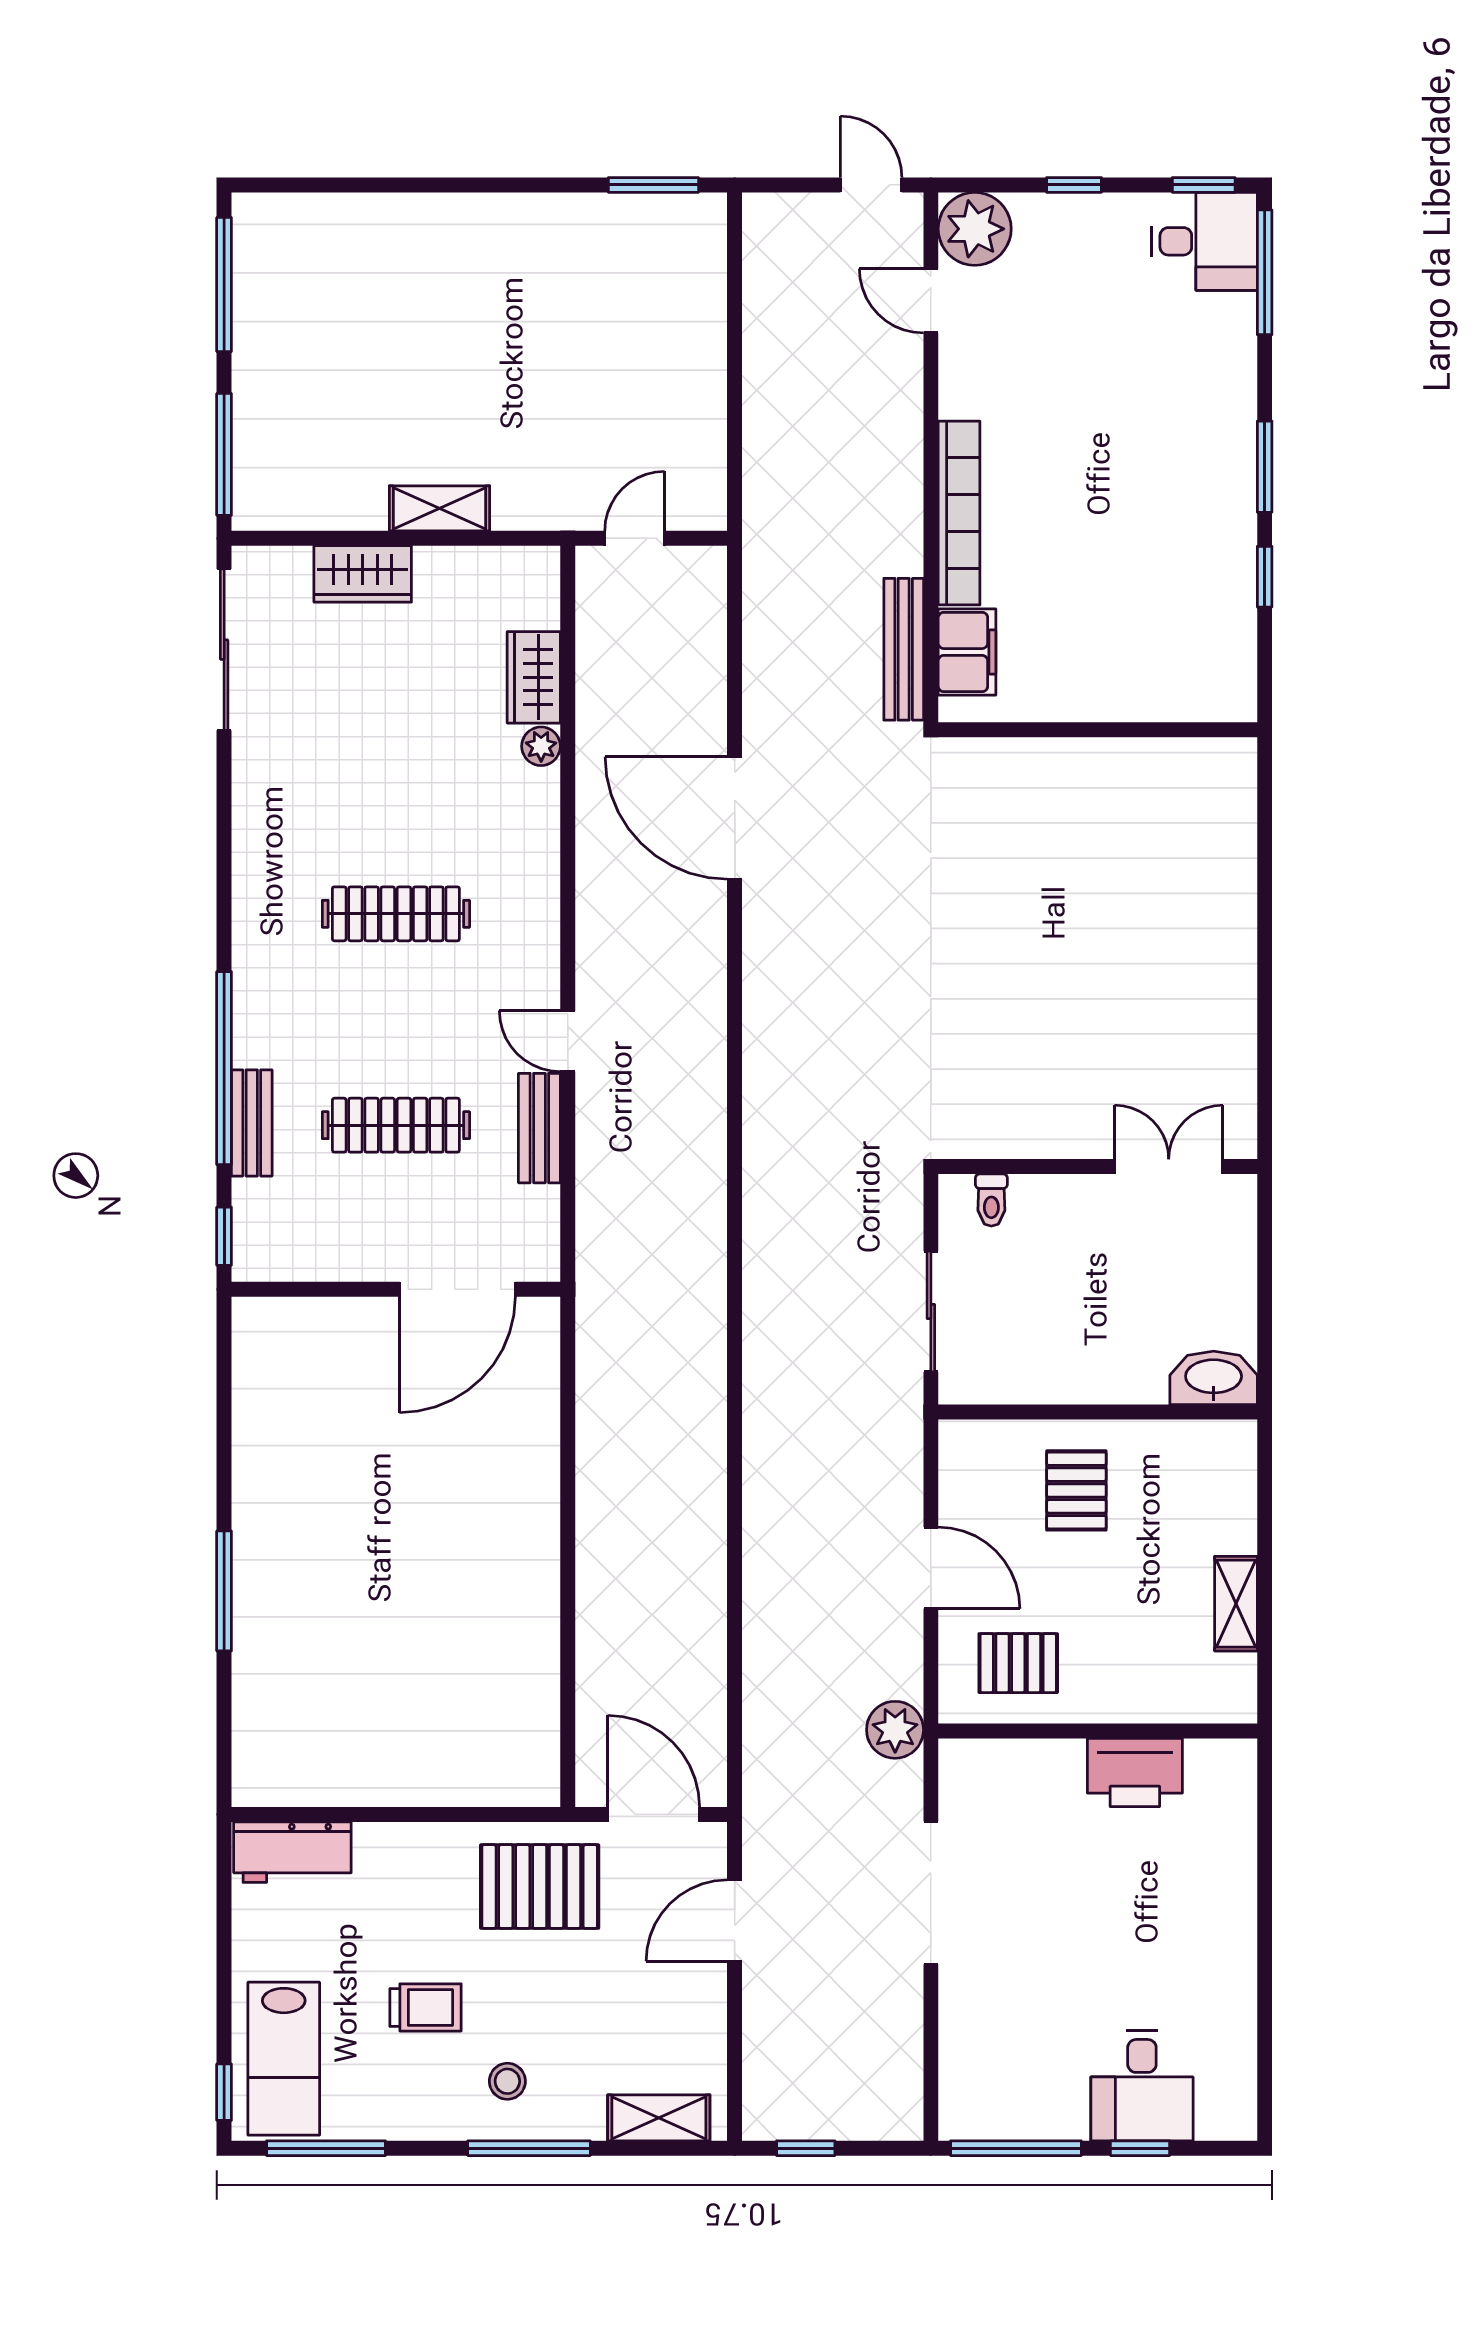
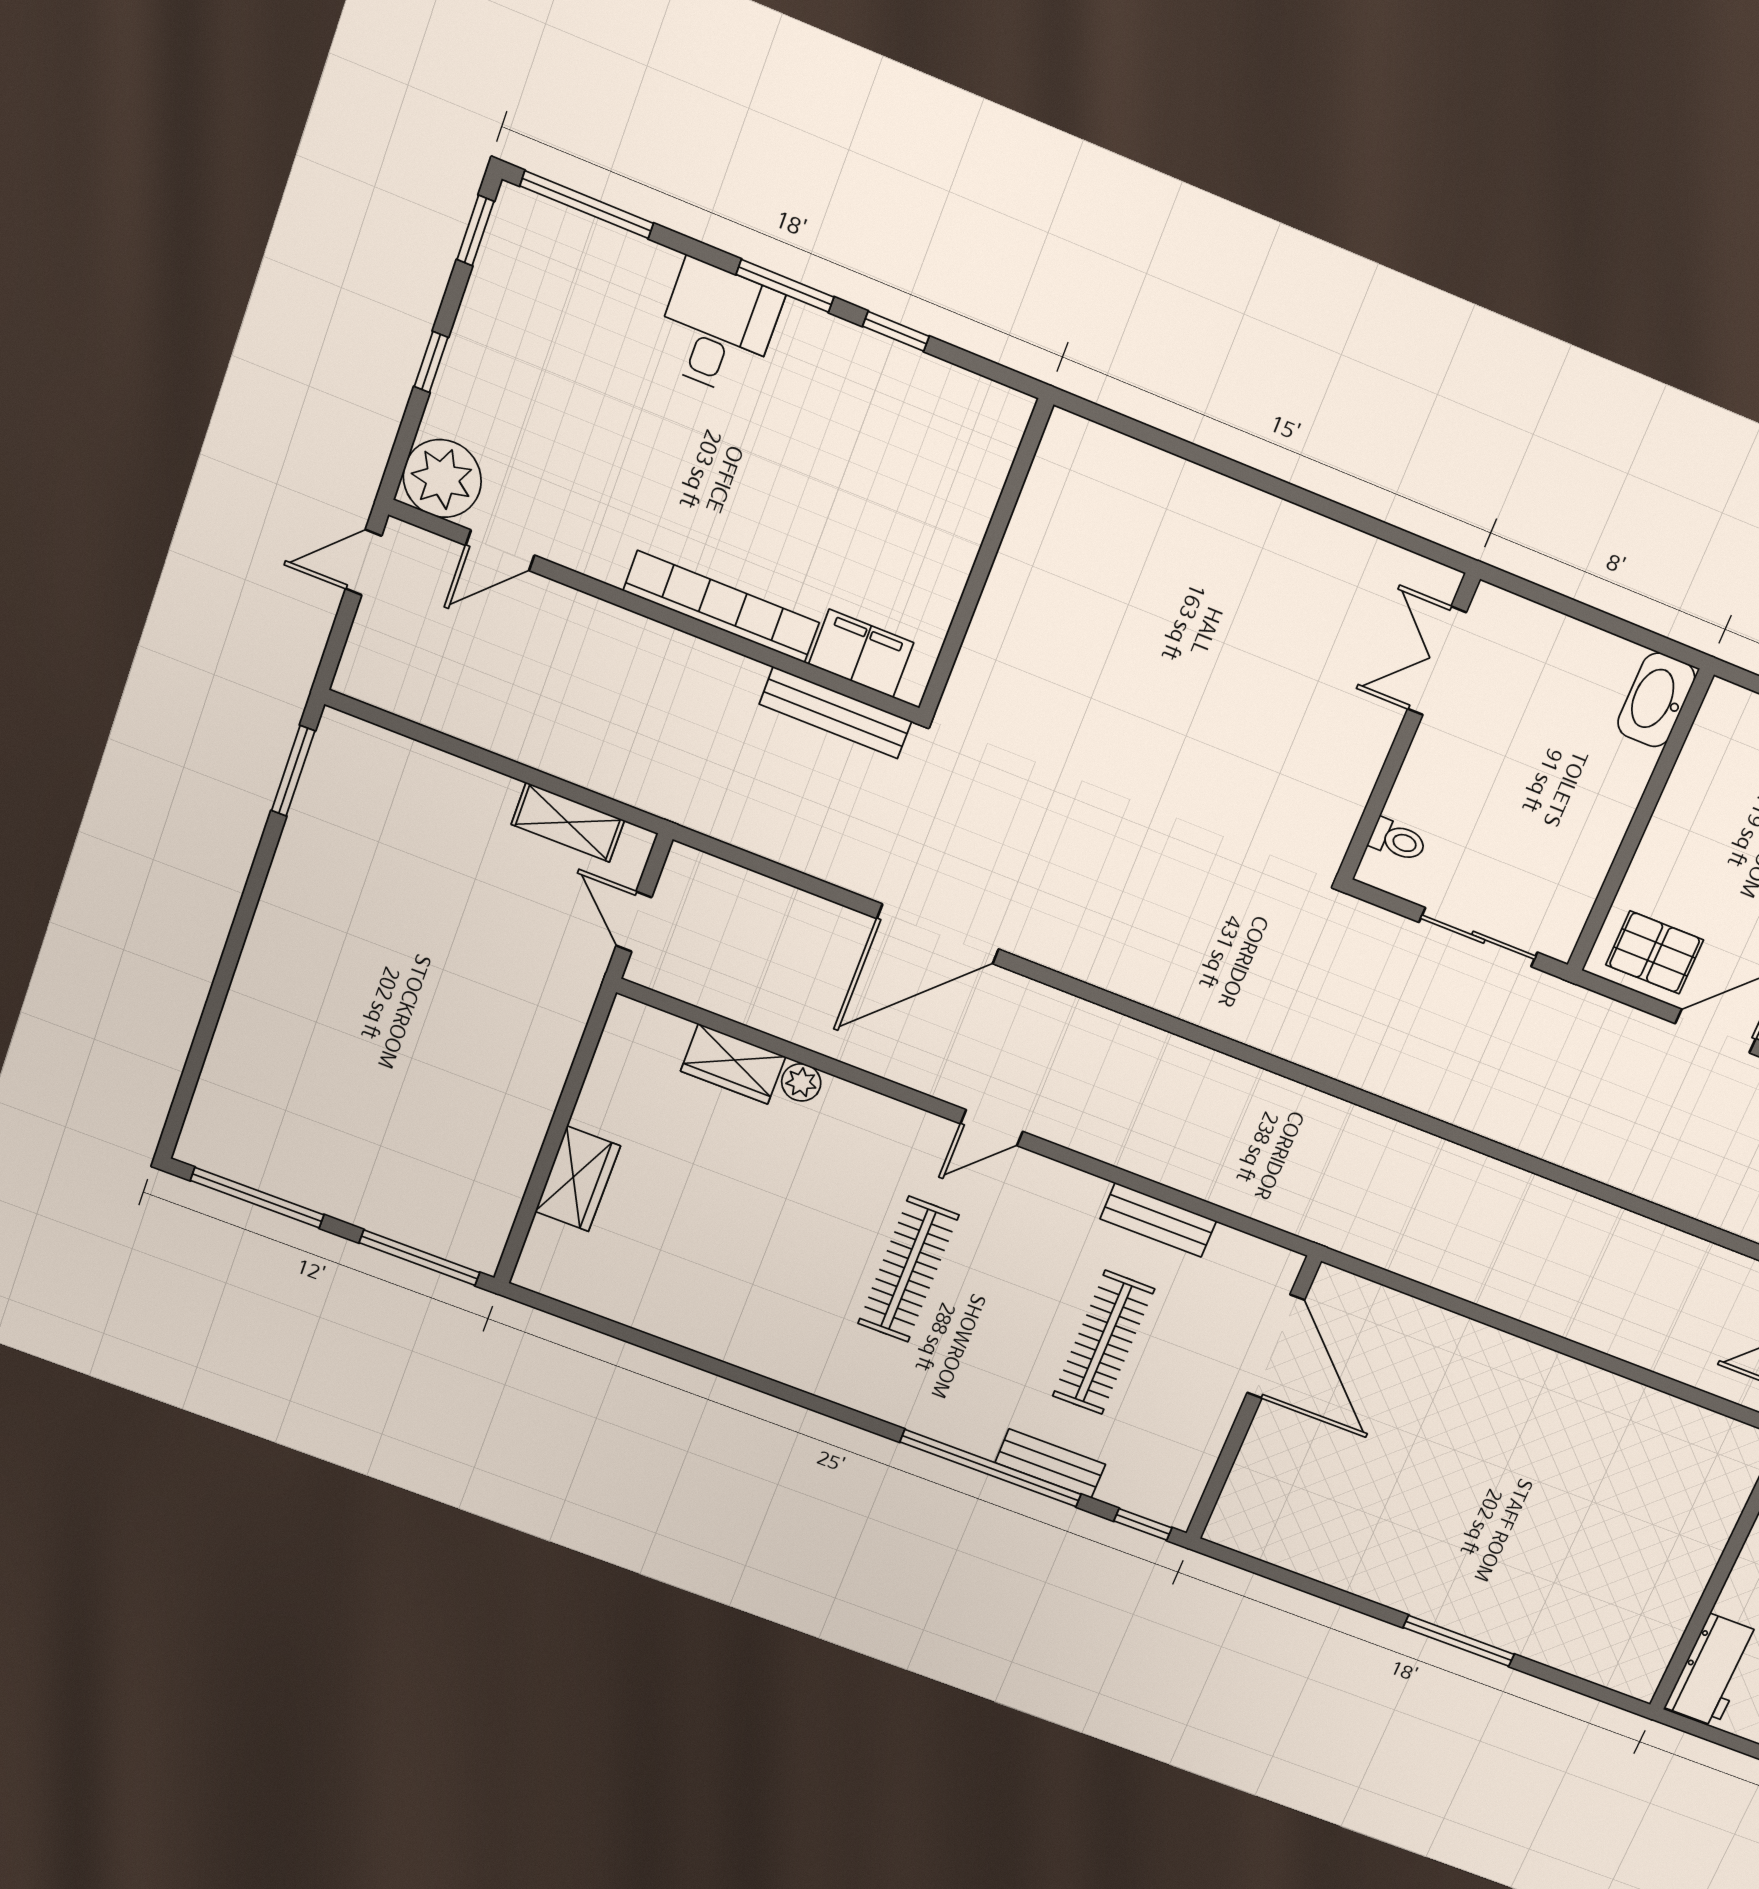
desk: (1204, 241) -> (717, 328), moved
shelving: (439, 508) -> (568, 822), moved, turned 90
sliding door: (224, 650) -> (604, 1326), removed
door: (568, 1041) -> (992, 1128), moved
pallet: (1076, 1490) -> (1655, 952), moved

